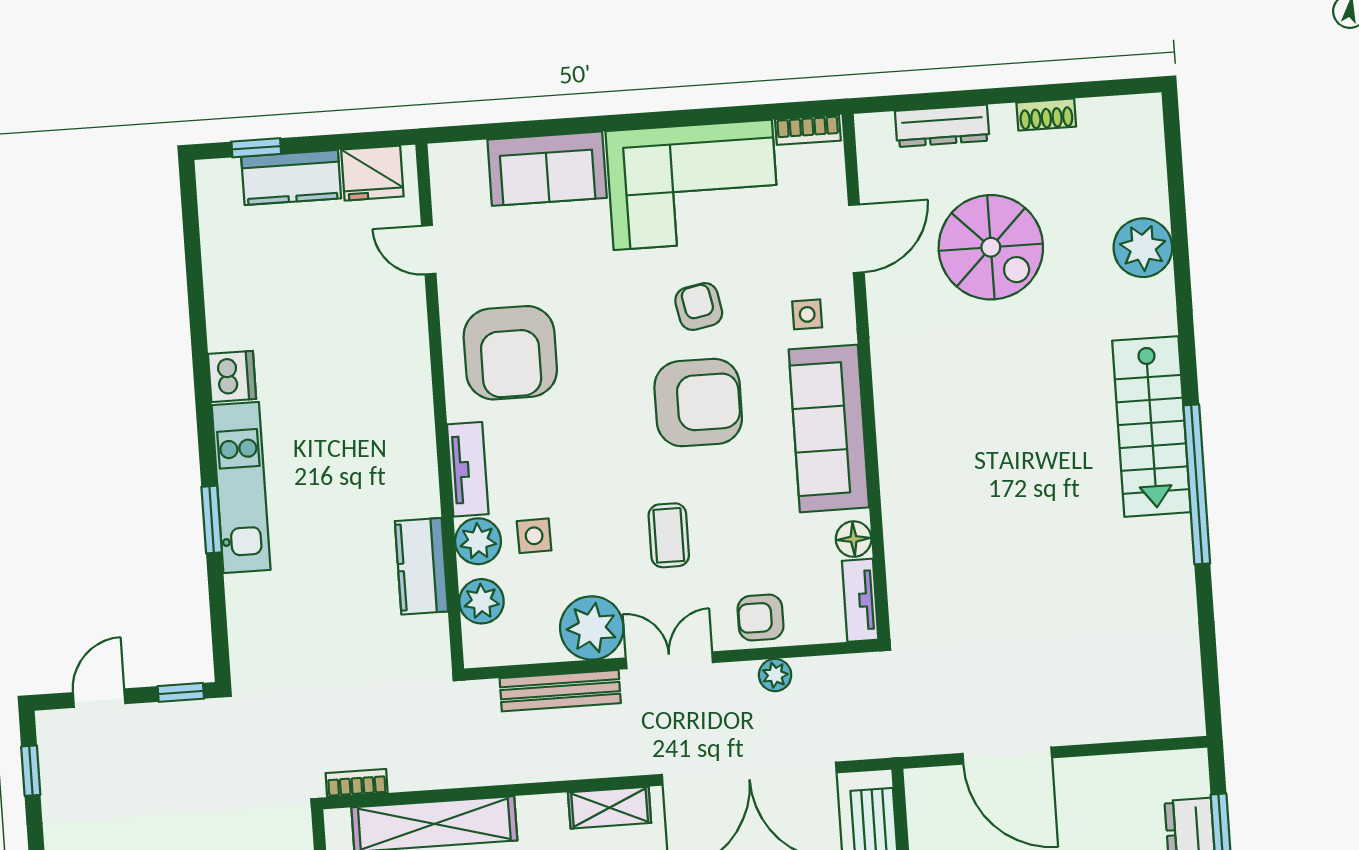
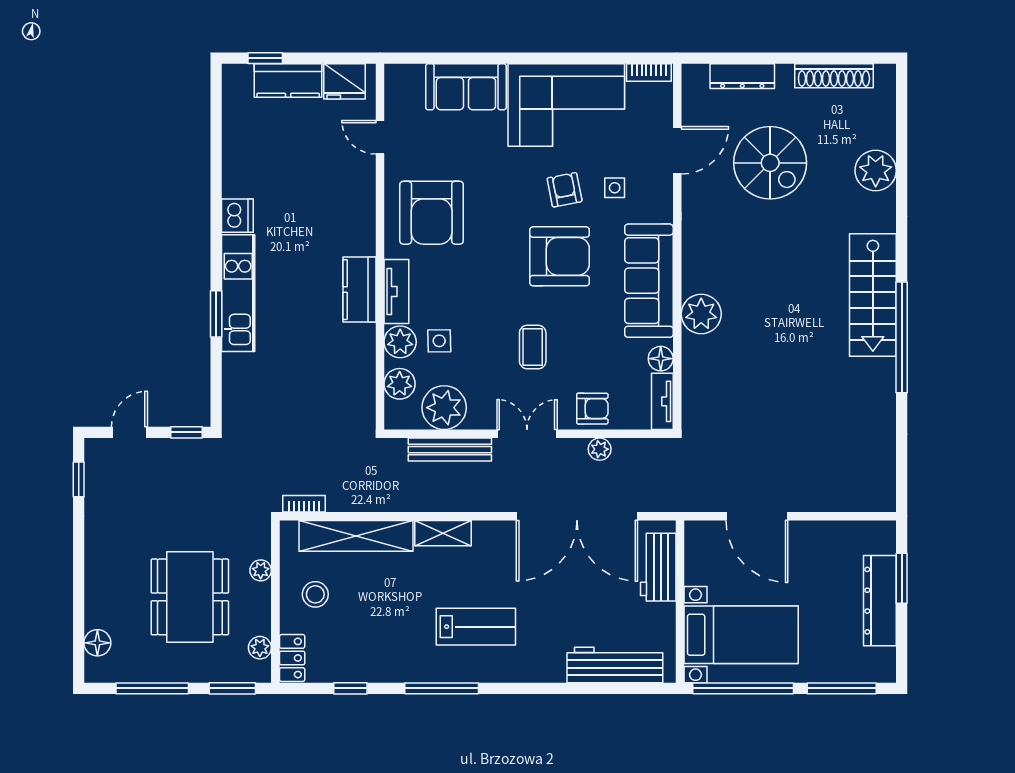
shoe rack: (1046, 115) -> (834, 76), width x1.94, depth x1.24
side table: (807, 314) -> (615, 188), moved
plant: (907, 471) -> (701, 314), added
kitchen counter: (421, 566) -> (360, 290), moved
armchair: (760, 618) -> (592, 409), turned 180
plant: (592, 628) -> (444, 408), moved
shelving: (610, 808) -> (443, 533), moved

